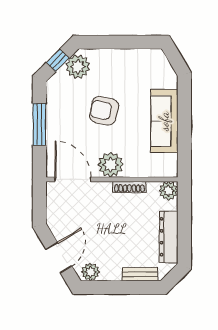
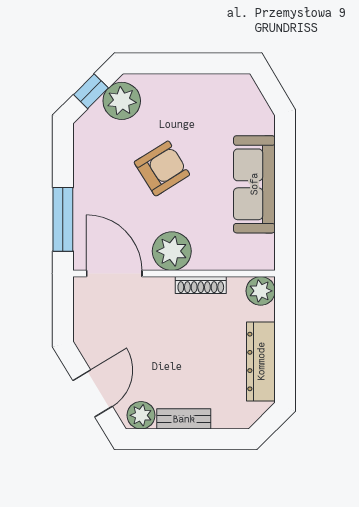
armchair: (104, 111) -> (162, 168), turned 136
window: (39, 124) -> (63, 219), moved
bench: (140, 274) -> (184, 419), moved

